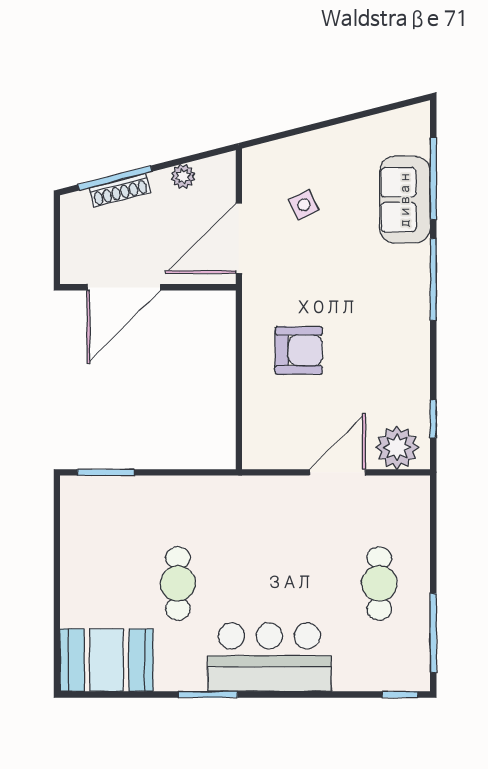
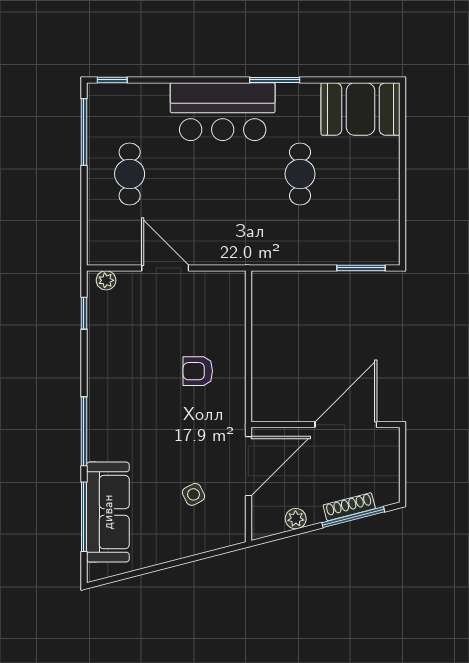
sofa: (405, 200) -> (108, 512), width x1.36
armchair: (299, 350) -> (198, 371), width x0.72, depth x0.72
plant: (397, 448) -> (106, 280), width x0.53, depth x0.53
door: (337, 472) -> (165, 268), swing flipped

